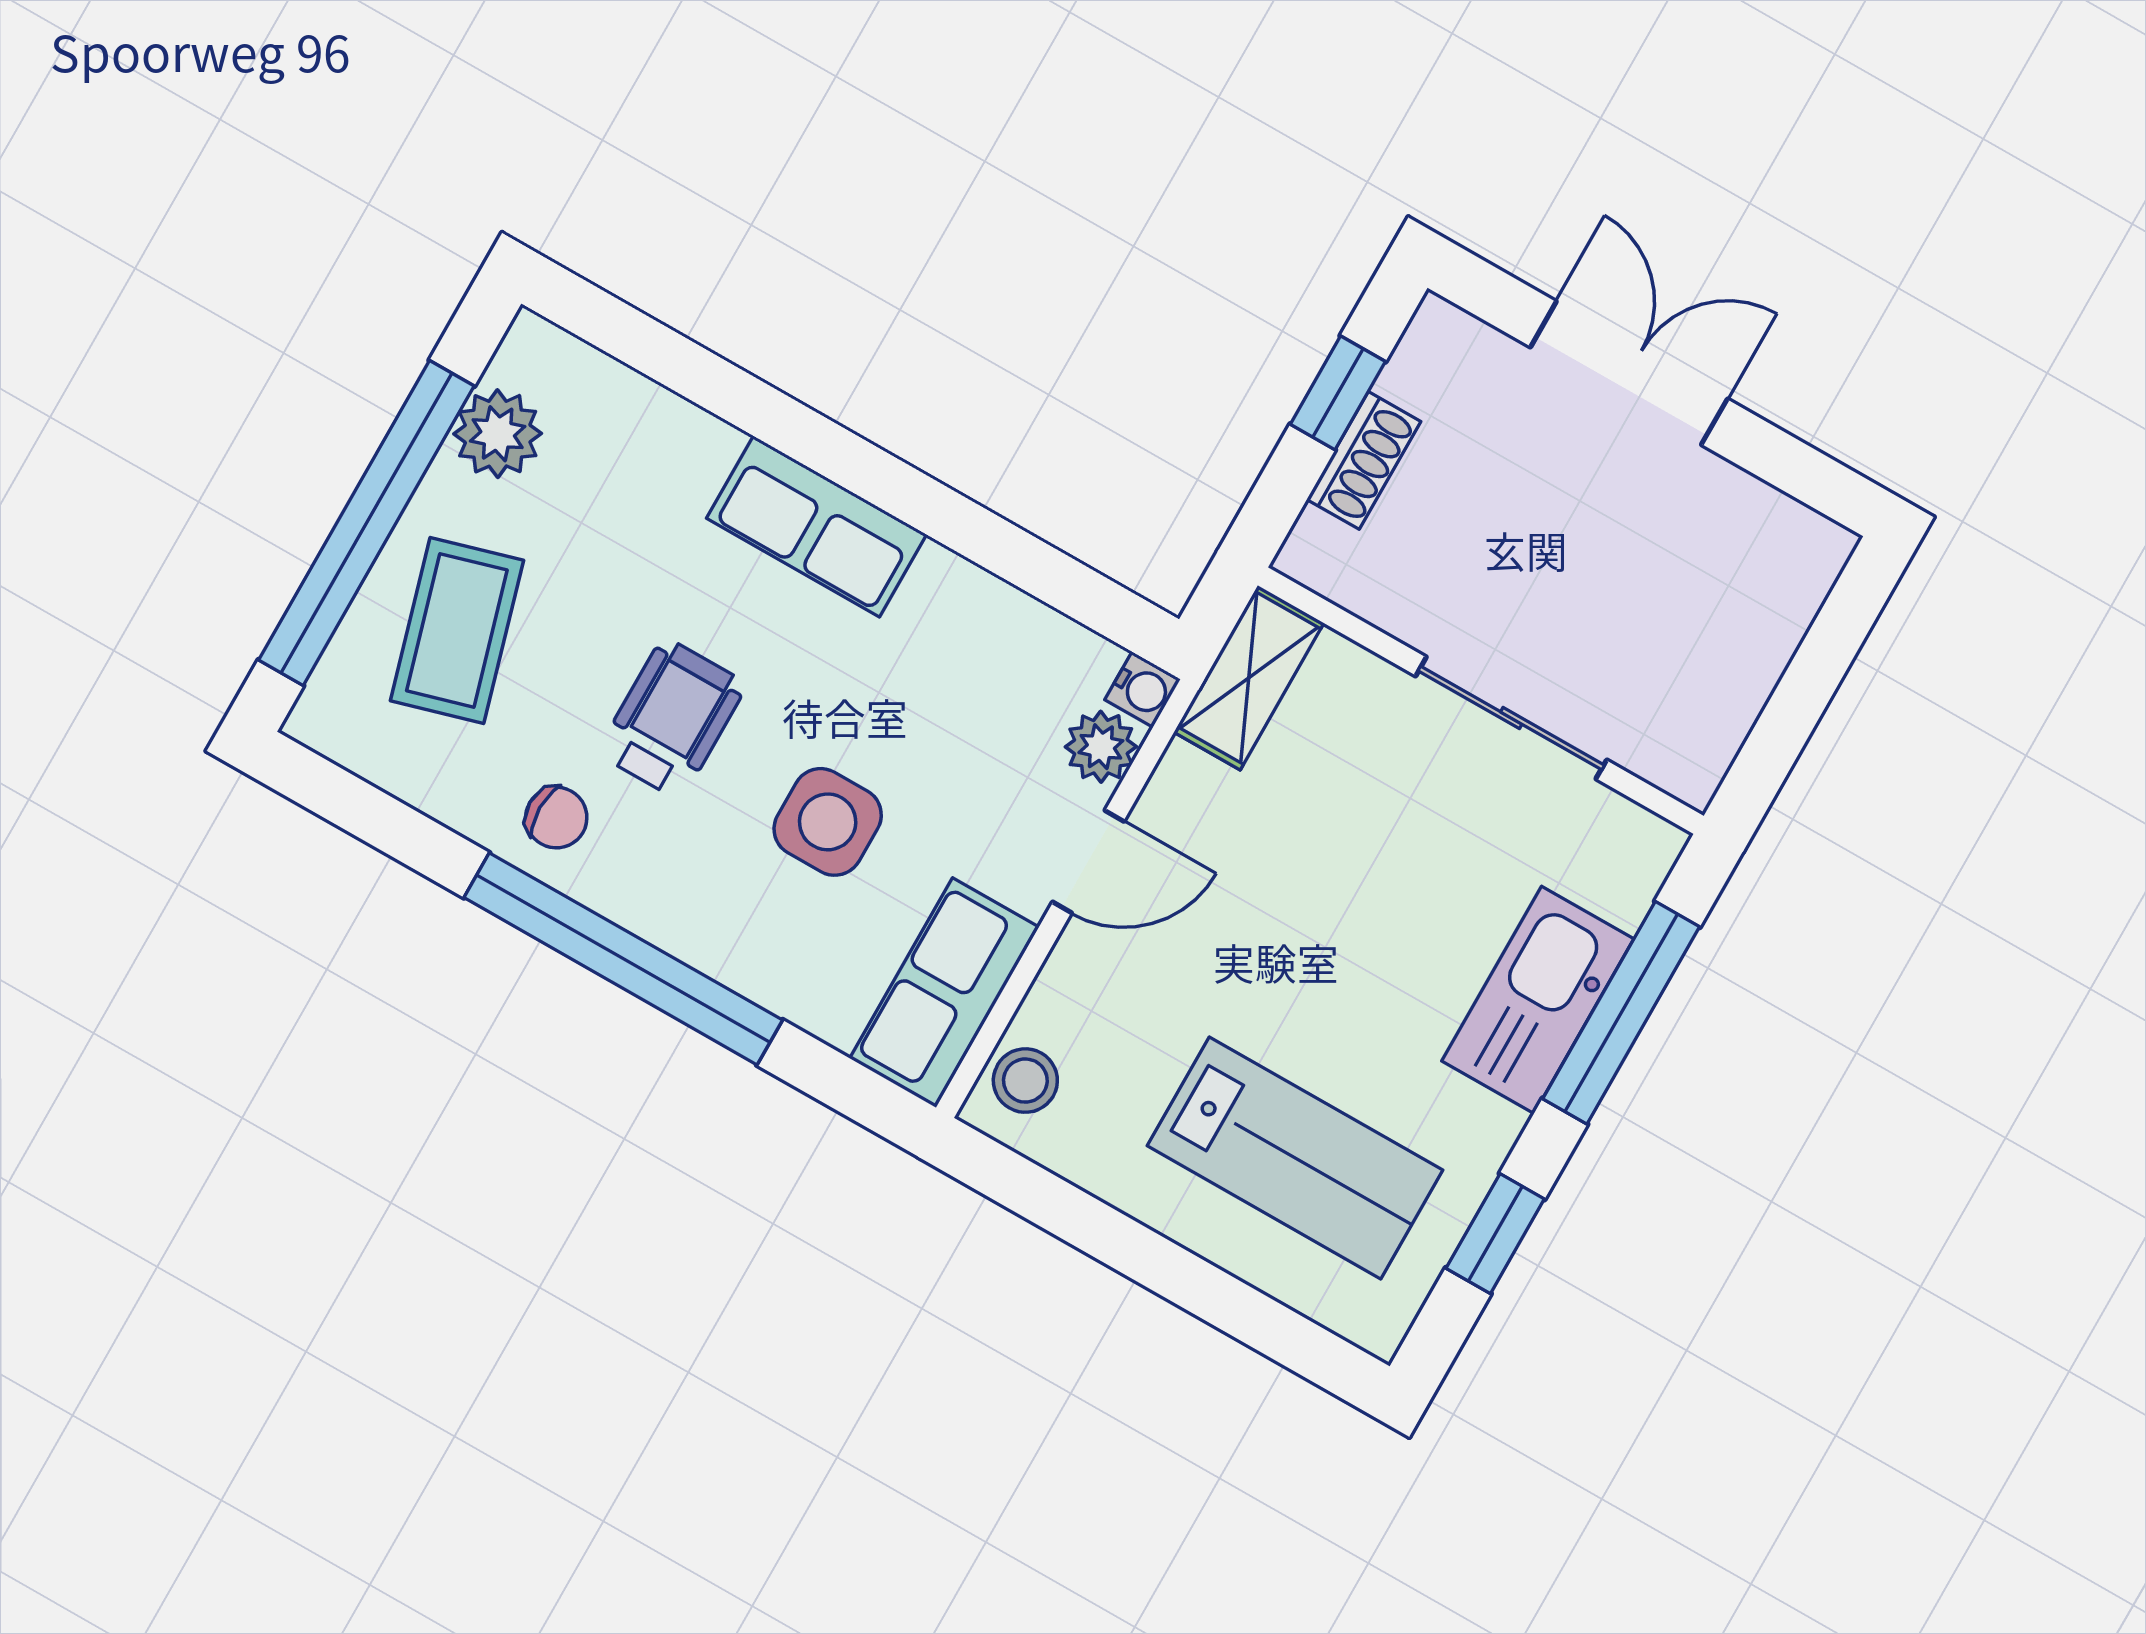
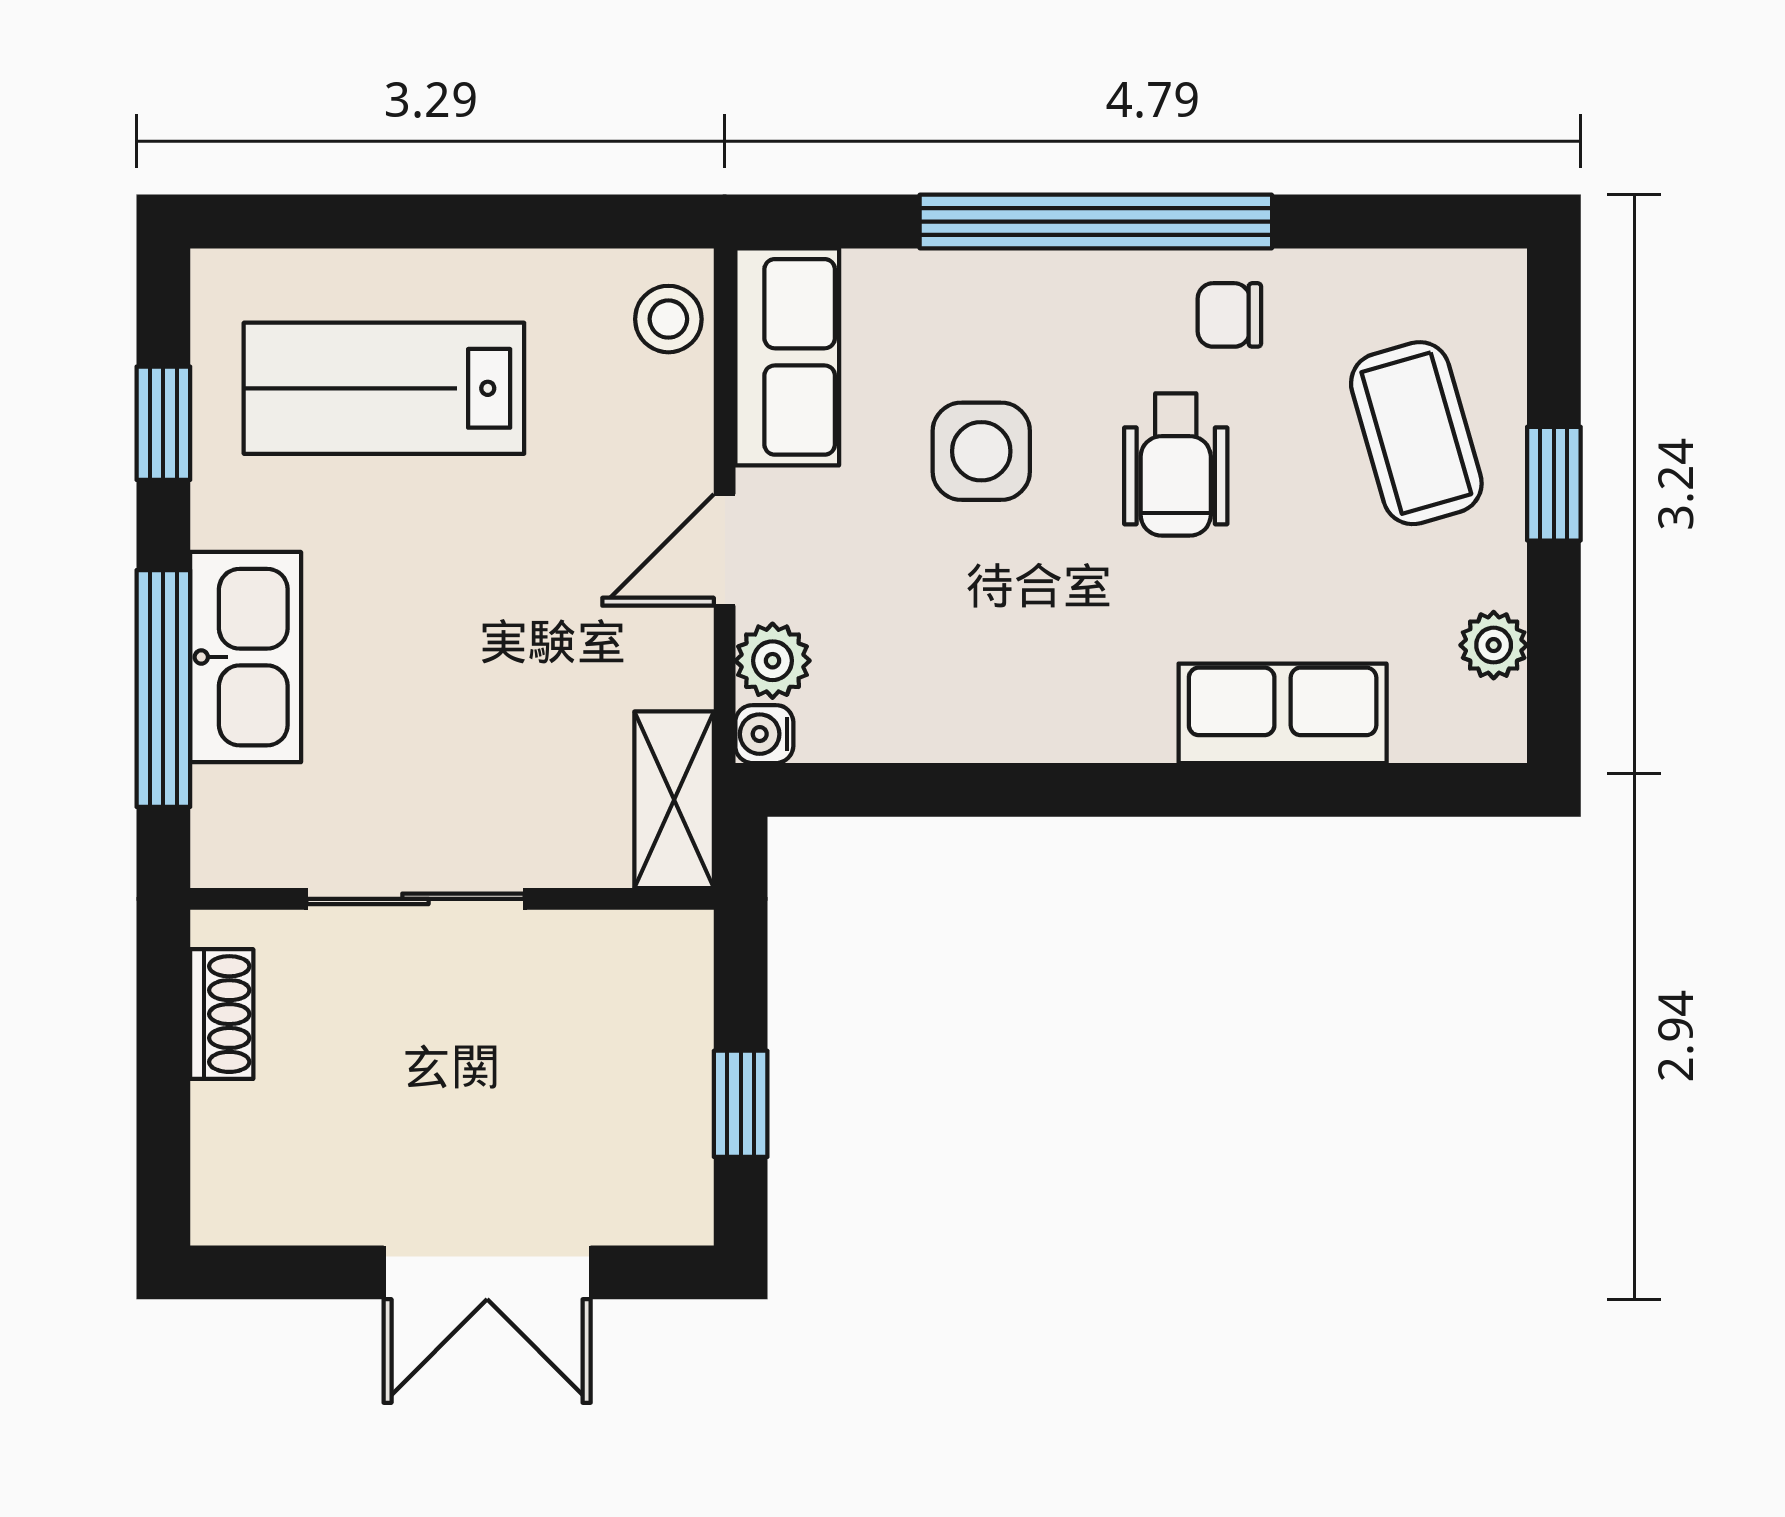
plant: (498, 434) -> (1494, 645), width x0.73, depth x0.73
shoe rack: (1364, 460) -> (222, 1014), moved, turned 180
window: (366, 523) -> (1554, 484), width x0.32
row of seats: (817, 526) -> (1283, 713), moved

